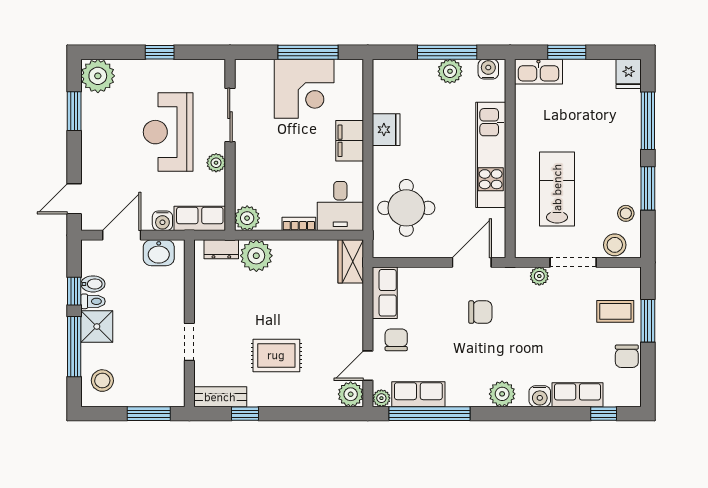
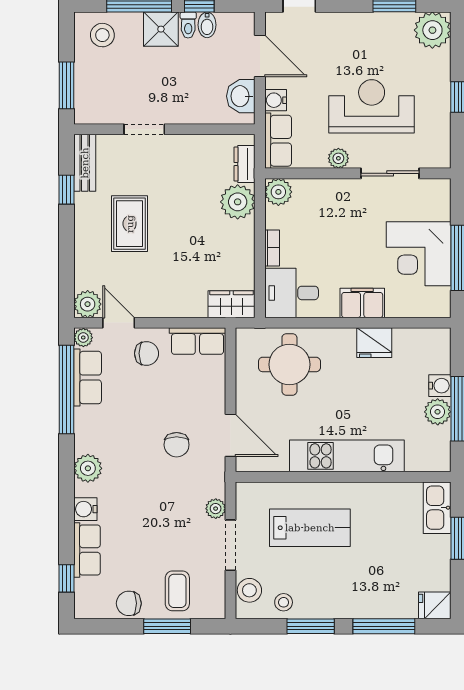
water cooler: (488, 69) -> (440, 386), moved

